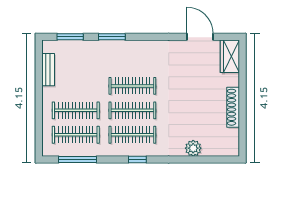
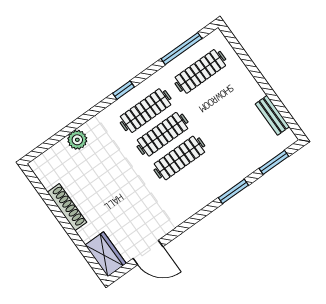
clothes rail: (76, 110) -> (217, 95), removed

